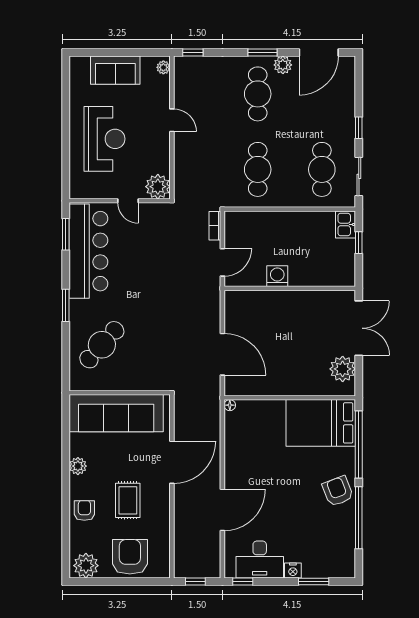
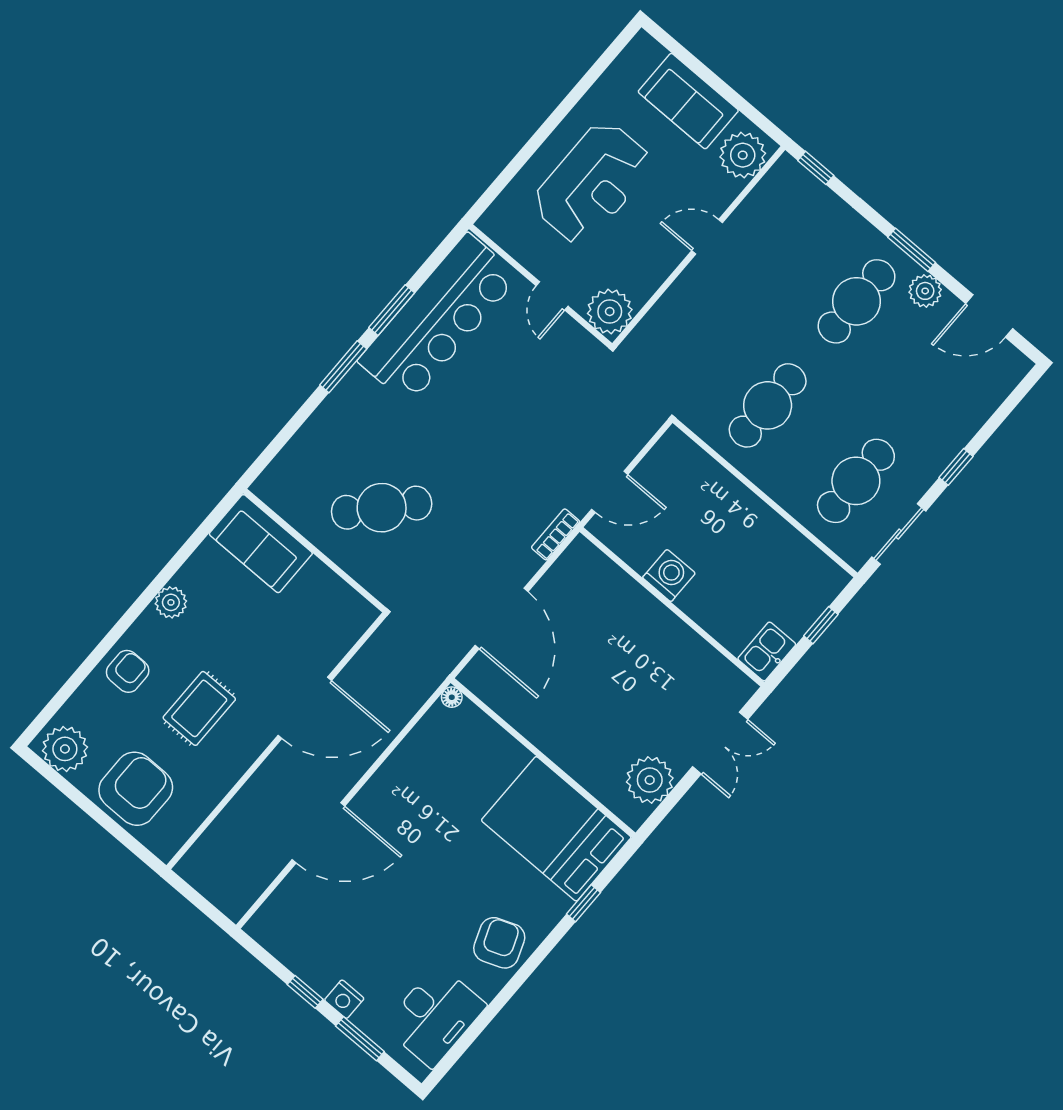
door: (319, 53) -> (989, 316), width x0.73
plant: (163, 67) -> (743, 155), width x1.87, depth x1.87
door: (172, 120) -> (707, 237), swing flipped
kitchen sink: (346, 224) -> (767, 651), moved
bookcase: (215, 226) -> (556, 534), moved
window: (66, 234) -> (392, 310), moved
double door: (359, 328) -> (720, 743), width x0.73
cafe table: (102, 345) -> (382, 508), moved
sofa: (116, 413) -> (261, 544), width x0.54, depth x0.79
window: (359, 444) -> (583, 903), width x0.32
window: (359, 518) -> (497, 1004), removed
desk: (260, 559) -> (435, 1016), moved, turned -90
window: (195, 581) -> (197, 900), removed
window: (243, 581) -> (305, 992), moved

